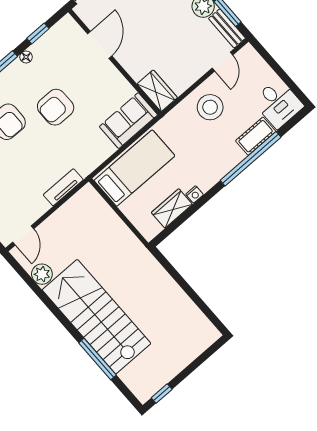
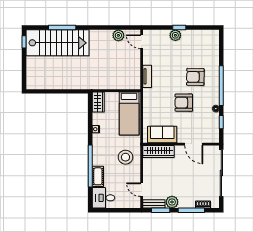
wardrobe: (157, 91) -> (158, 151), width x1.50
armchair: (56, 107) -> (184, 103), turned -90
stool: (210, 107) -> (125, 157), moved
sofa: (128, 121) -> (162, 135), moved, turned -90
wardrobe: (172, 208) -> (98, 102), moved
stairs: (97, 317) -> (57, 43), moved

